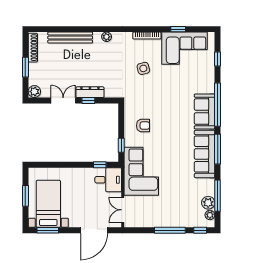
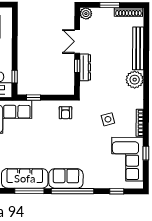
plant: (107, 37) -> (135, 80), width x1.87, depth x1.87
double door: (63, 100) -> (77, 41), swing flipped
armchair: (143, 126) -> (65, 113), moved

